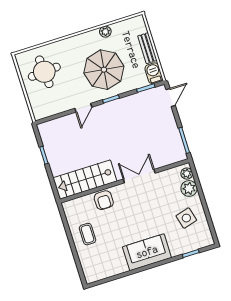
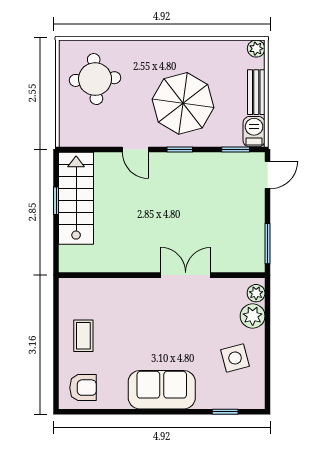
plant: (105, 32) -> (256, 49), moved
door: (83, 108) -> (135, 150), hinge flipped
stairs: (85, 180) -> (76, 198), moved, turned 90
armchair: (104, 200) -> (83, 388), moved, turned -90

